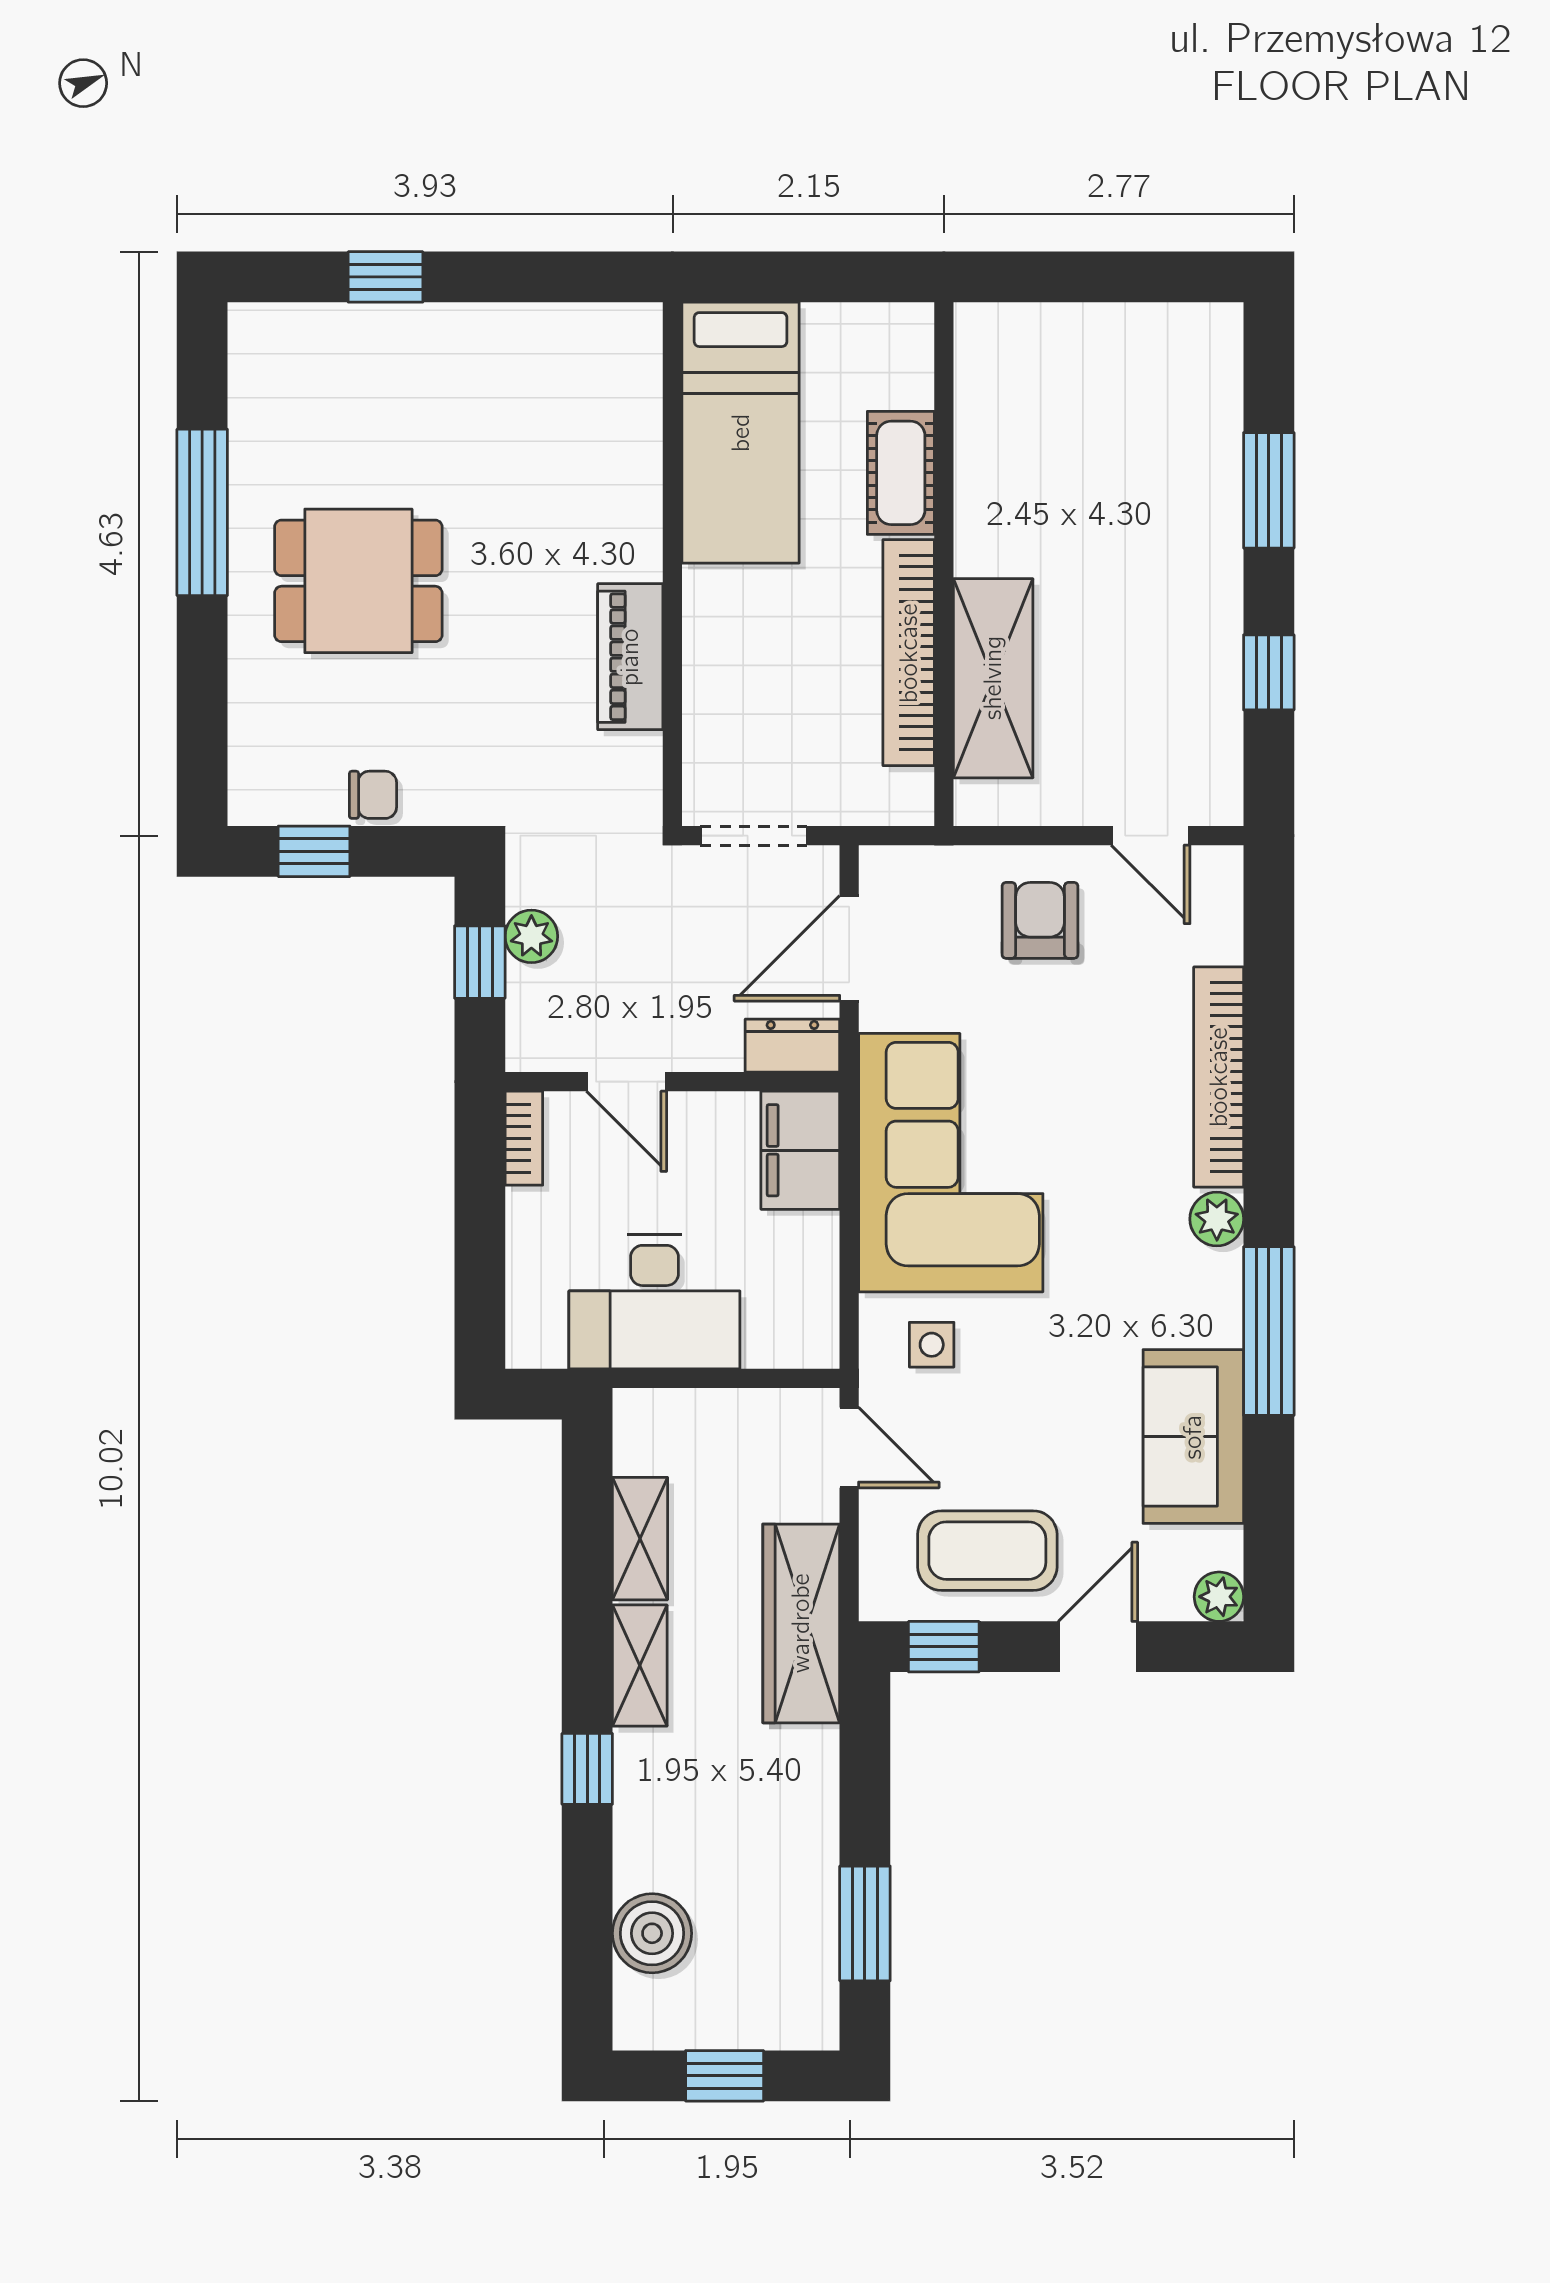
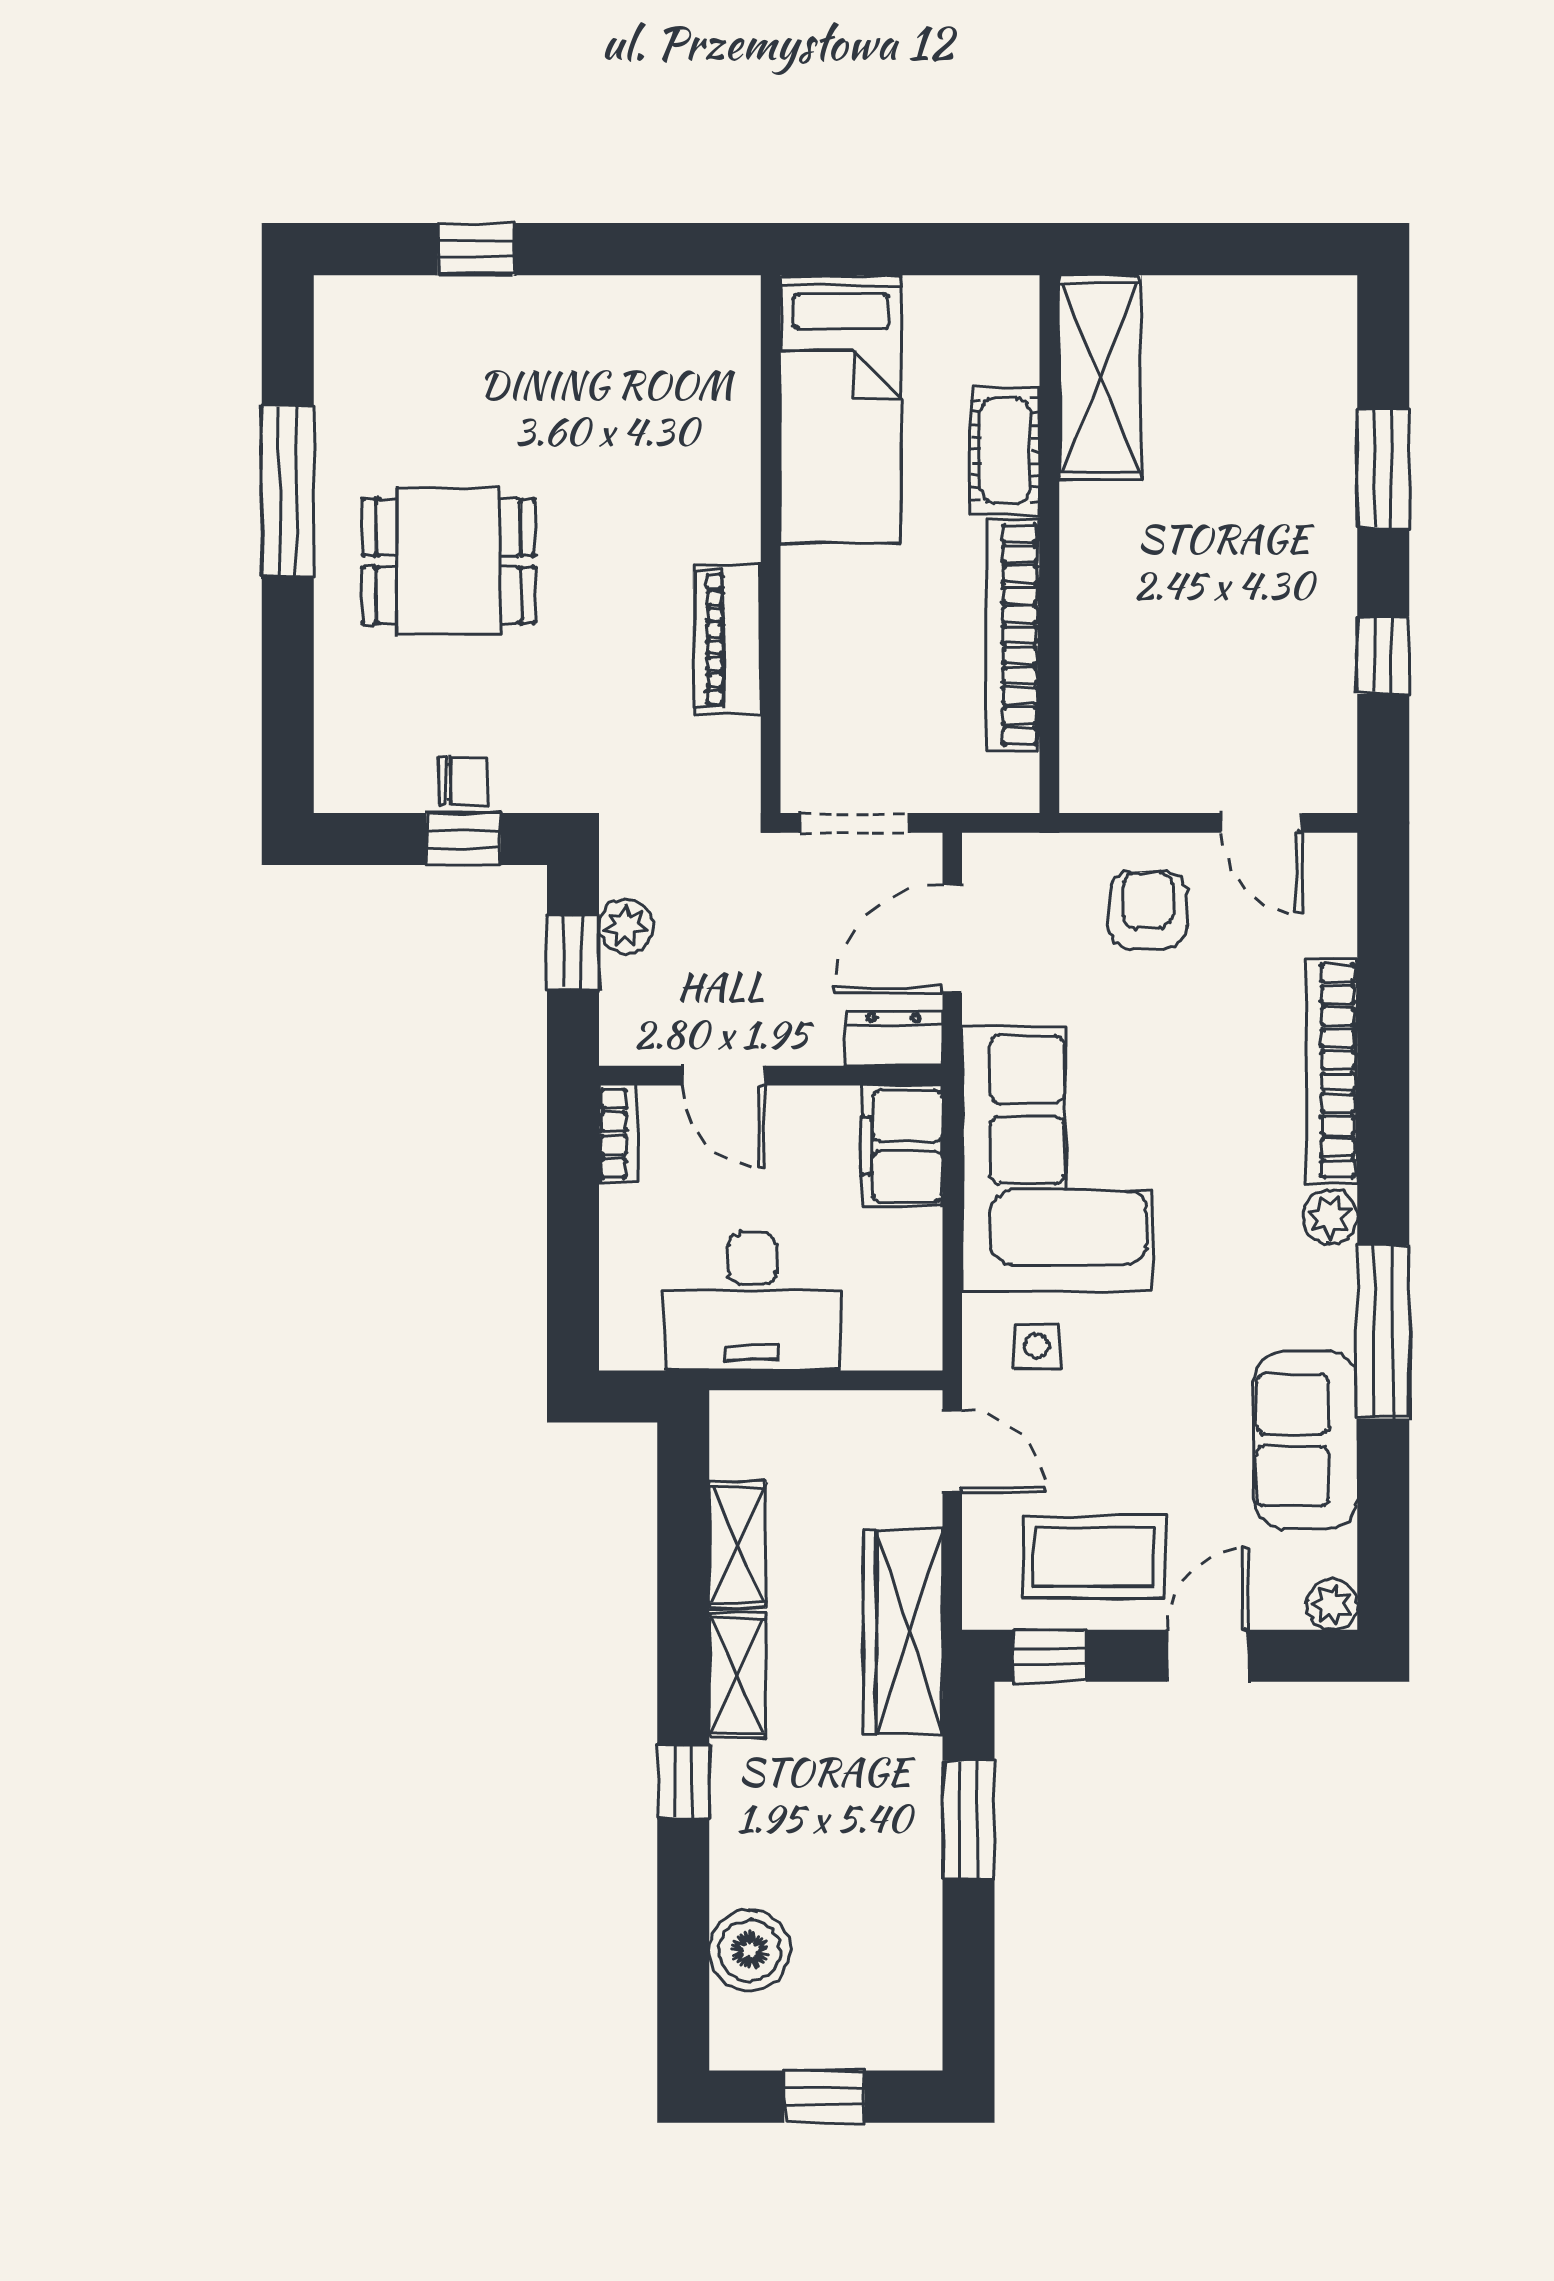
shelving: (993, 678) -> (1100, 377), moved
window: (314, 851) -> (464, 839), moved
window: (865, 1923) -> (968, 1820), moved

